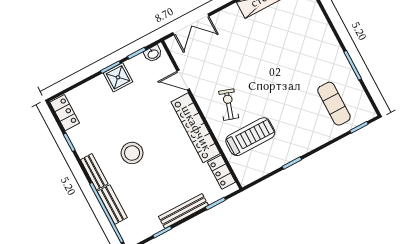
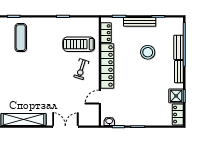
double door: (191, 24) -> (65, 127), moved
shower: (118, 77) -> (176, 96), moved
door: (183, 80) -> (100, 97), swing flipped
stool: (132, 153) -> (148, 52), moved

